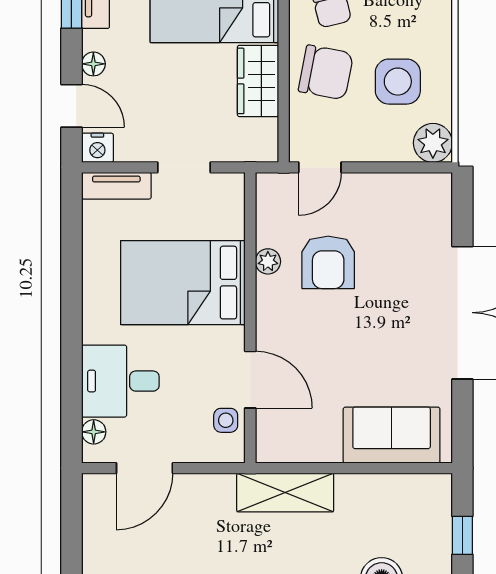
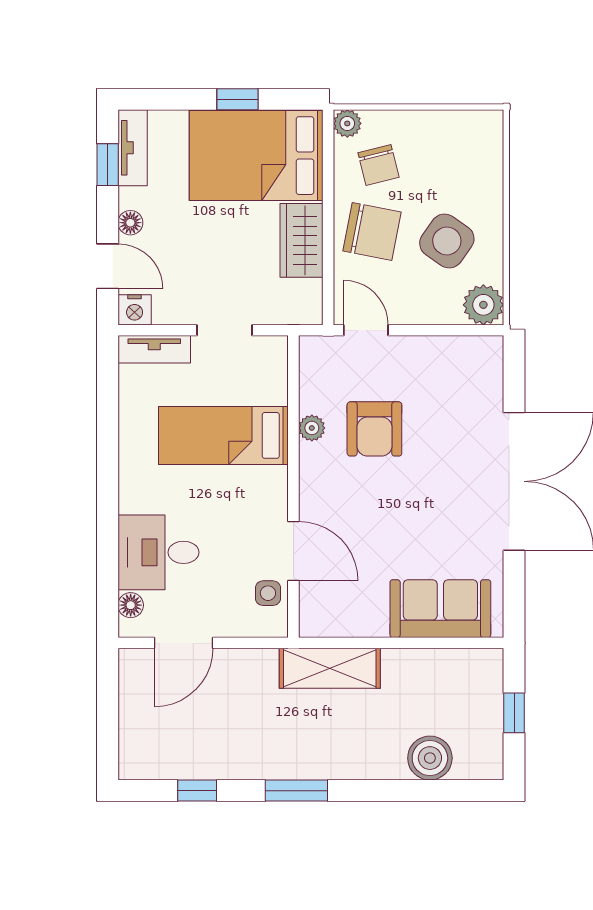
side table: (398, 82) -> (447, 241), turned 35
door: (320, 167) -> (366, 330), swing flipped
bed: (183, 283) -> (223, 435), width x0.67

